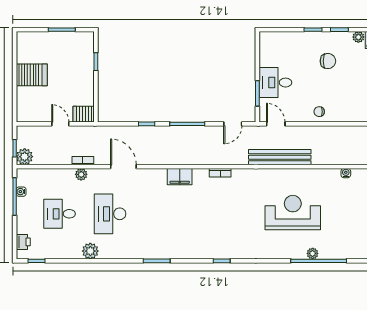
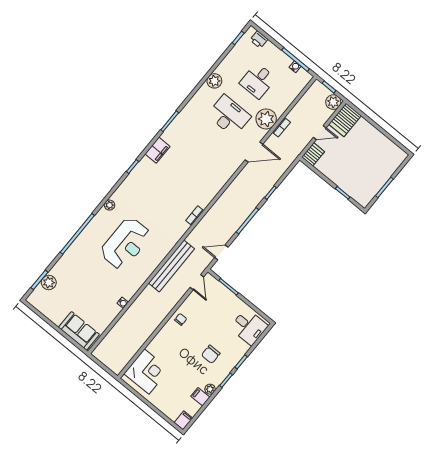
server rack: (32, 75) -> (345, 120), moved
desk: (275, 83) -> (249, 327), moved, turned 90
door: (233, 124) -> (221, 252), hinge flipped
door: (276, 124) -> (197, 282), hinge flipped
plant: (25, 157) -> (333, 102), moved
plant: (81, 174) -> (266, 119), width x1.88, depth x1.88
filing cabinet: (180, 177) -> (157, 150), moved, turned 180
desk: (60, 214) -> (258, 81), turned 180
plant: (313, 253) -> (109, 205), moved

